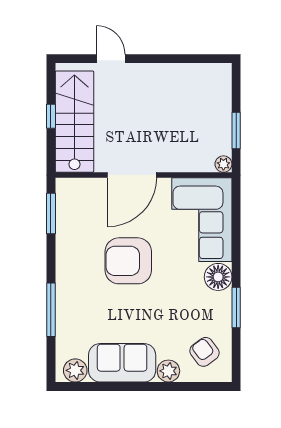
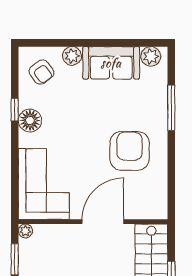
window: (51, 214) -> (171, 189), removed
armchair: (128, 261) -> (129, 151), moved, turned -90
floor lamp: (218, 277) -> (30, 120), moved
window: (236, 307) -> (15, 110), width x0.67

